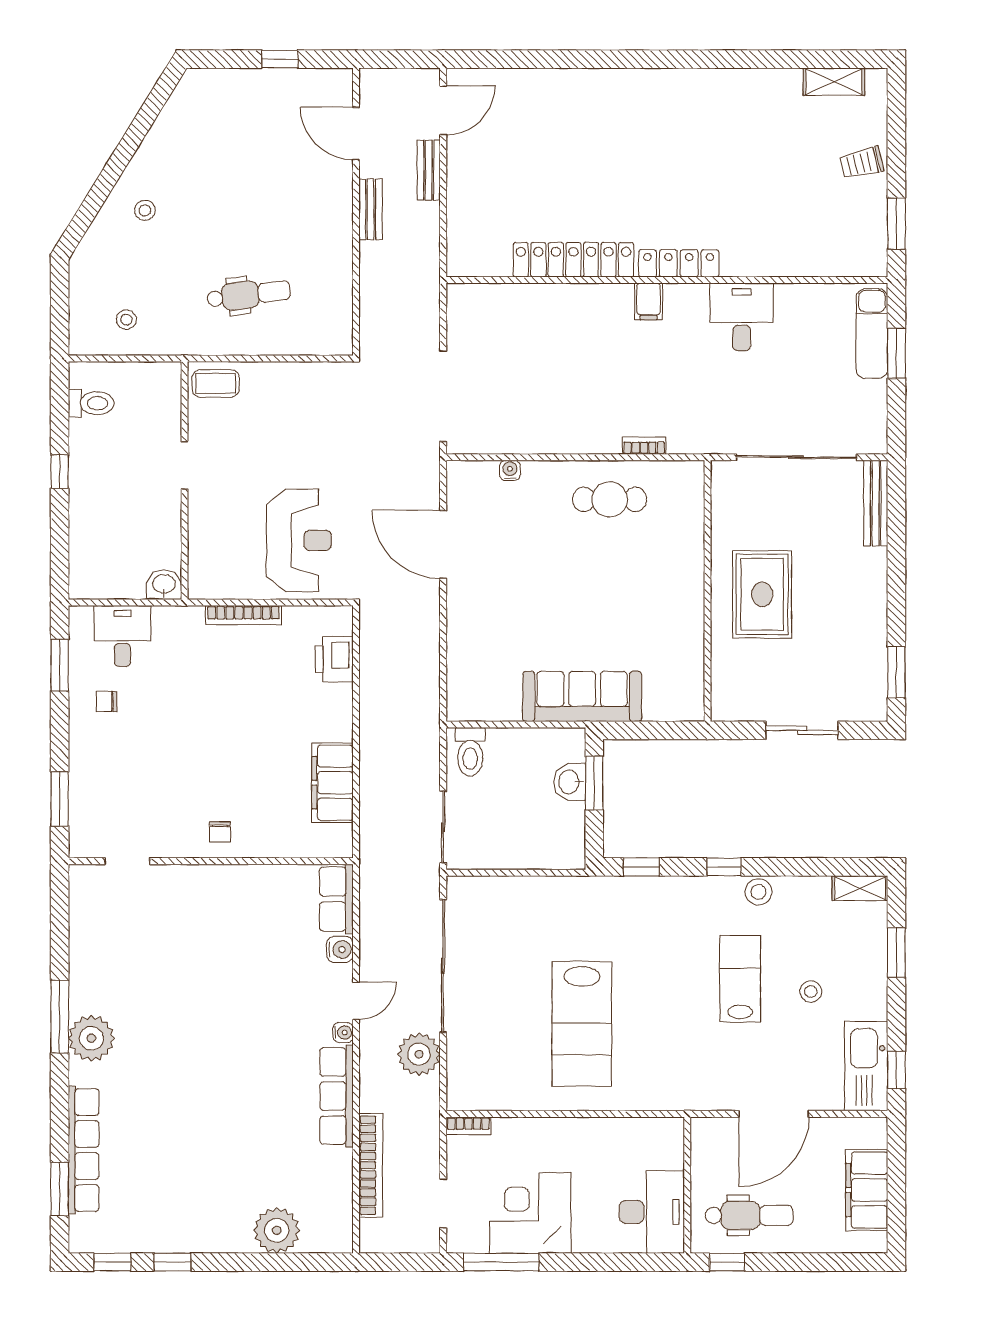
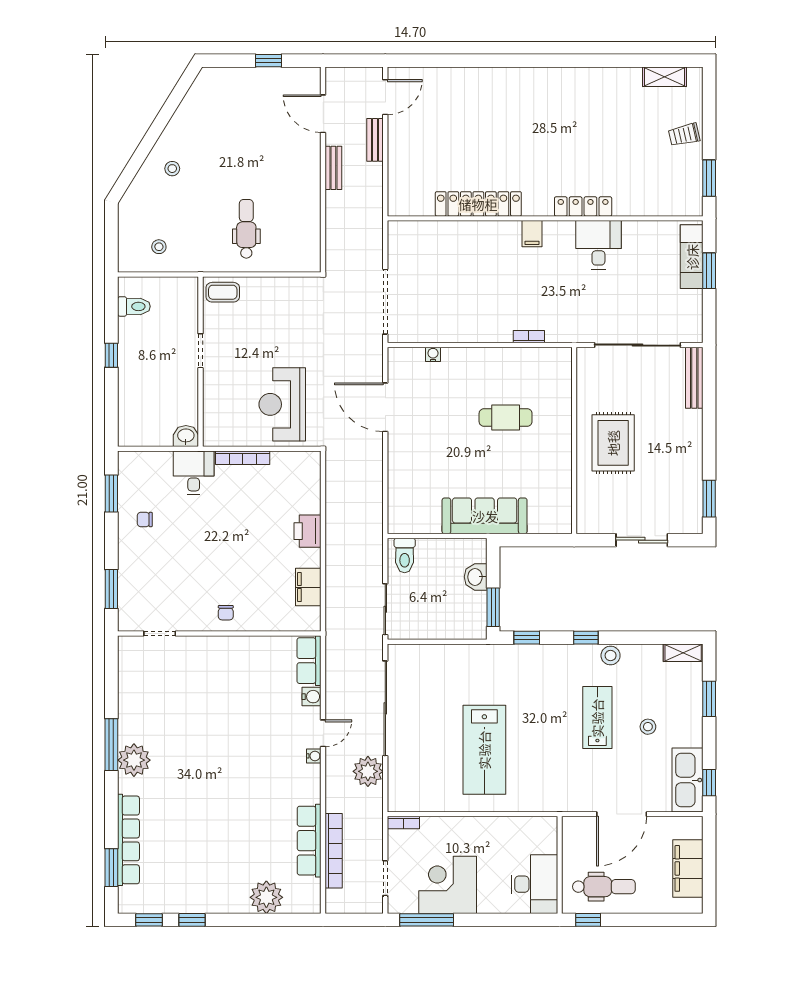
locker: (679, 263) -> (583, 206), moved
dental chair: (249, 295) -> (246, 229), turned -83
cafe table: (610, 499) -> (506, 417), moved
reception desk: (299, 540) -> (282, 404), turned 180
desk: (122, 636) -> (194, 473), moved
printer: (334, 659) -> (308, 531), moved
filing cabinet: (332, 783) -> (308, 587), width x0.67, depth x0.86
window: (594, 783) -> (493, 607), moved
row of seats: (337, 1096) -> (309, 841), moved

